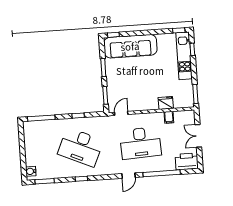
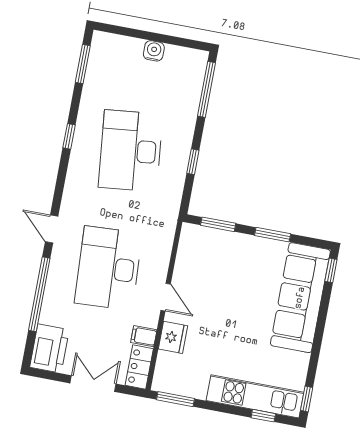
door: (121, 113) -> (166, 297), moved
locker: (184, 116) -> (139, 367), added
desk: (81, 147) -> (131, 151), turned -30
water cooler: (31, 171) -> (154, 51), moved

